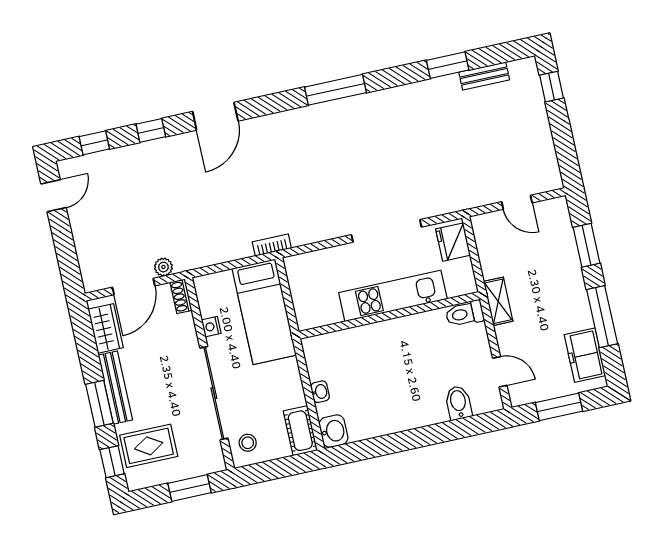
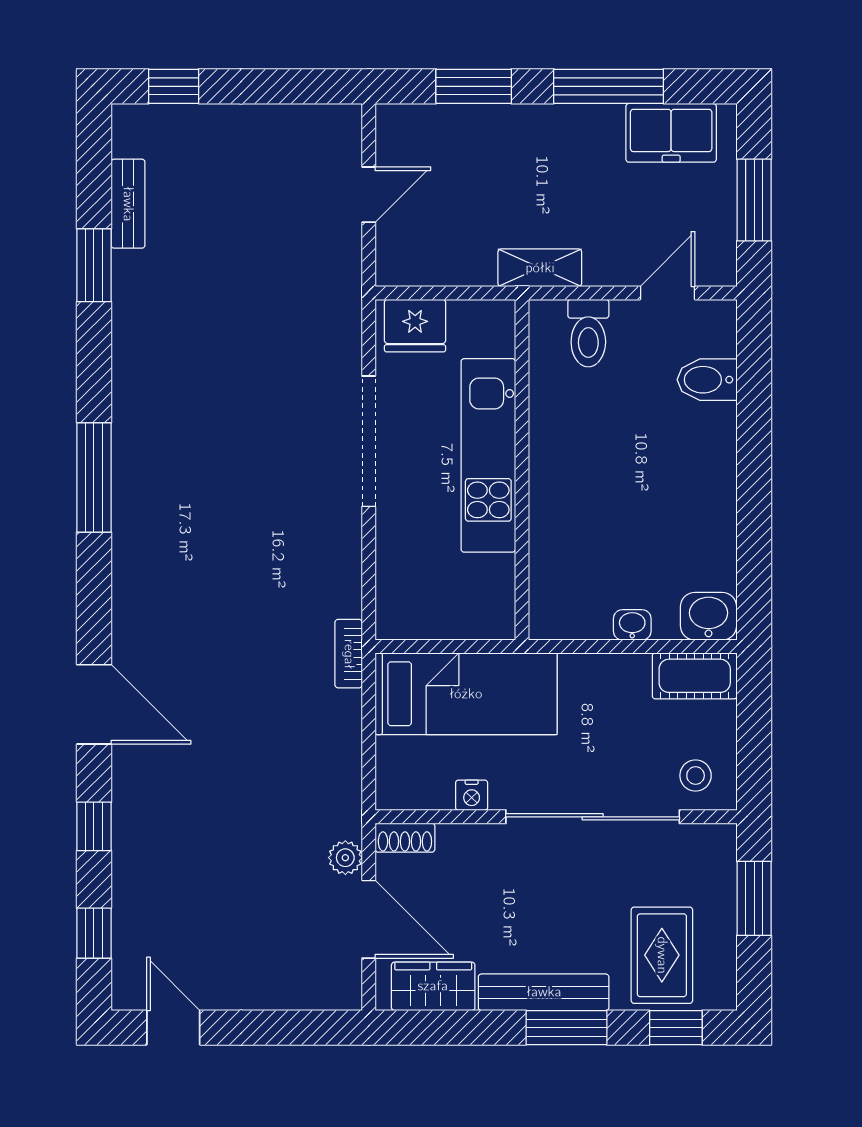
toilet: (465, 314) -> (588, 333), moved

